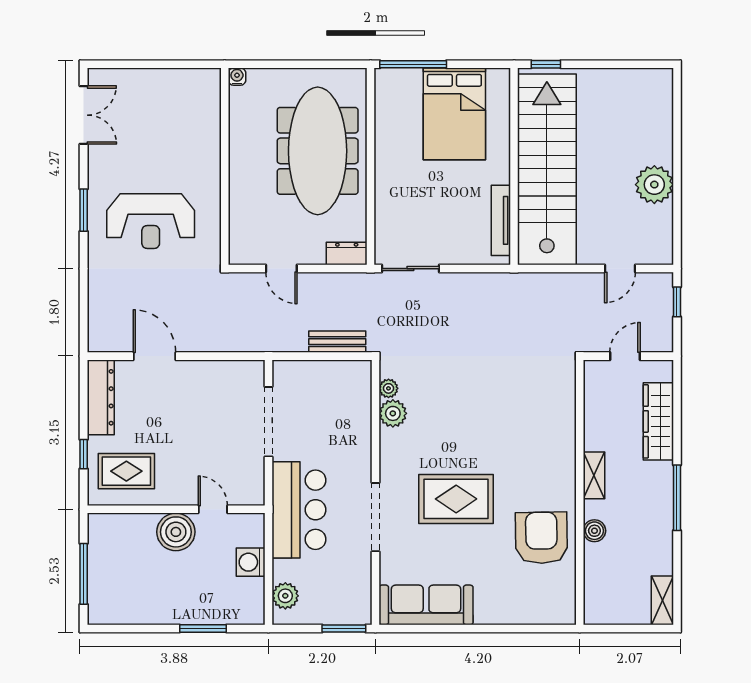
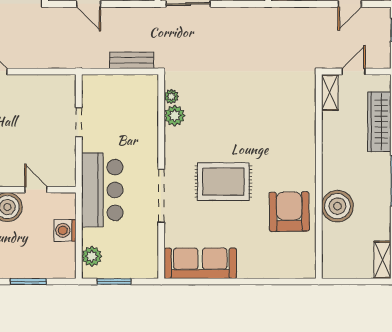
doorway: (268, 422) -> (79, 122), width x0.53
shelving: (594, 475) -> (330, 92), moved
boiler: (594, 531) -> (337, 206), width x1.86, depth x1.86
window: (344, 628) -> (114, 281), moved

